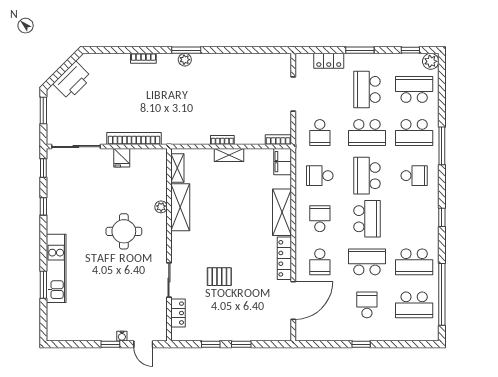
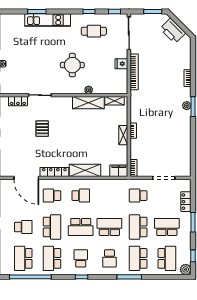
school desk: (320, 176) -> (81, 258), moved
cafe table: (73, 199) -> (94, 31), added

